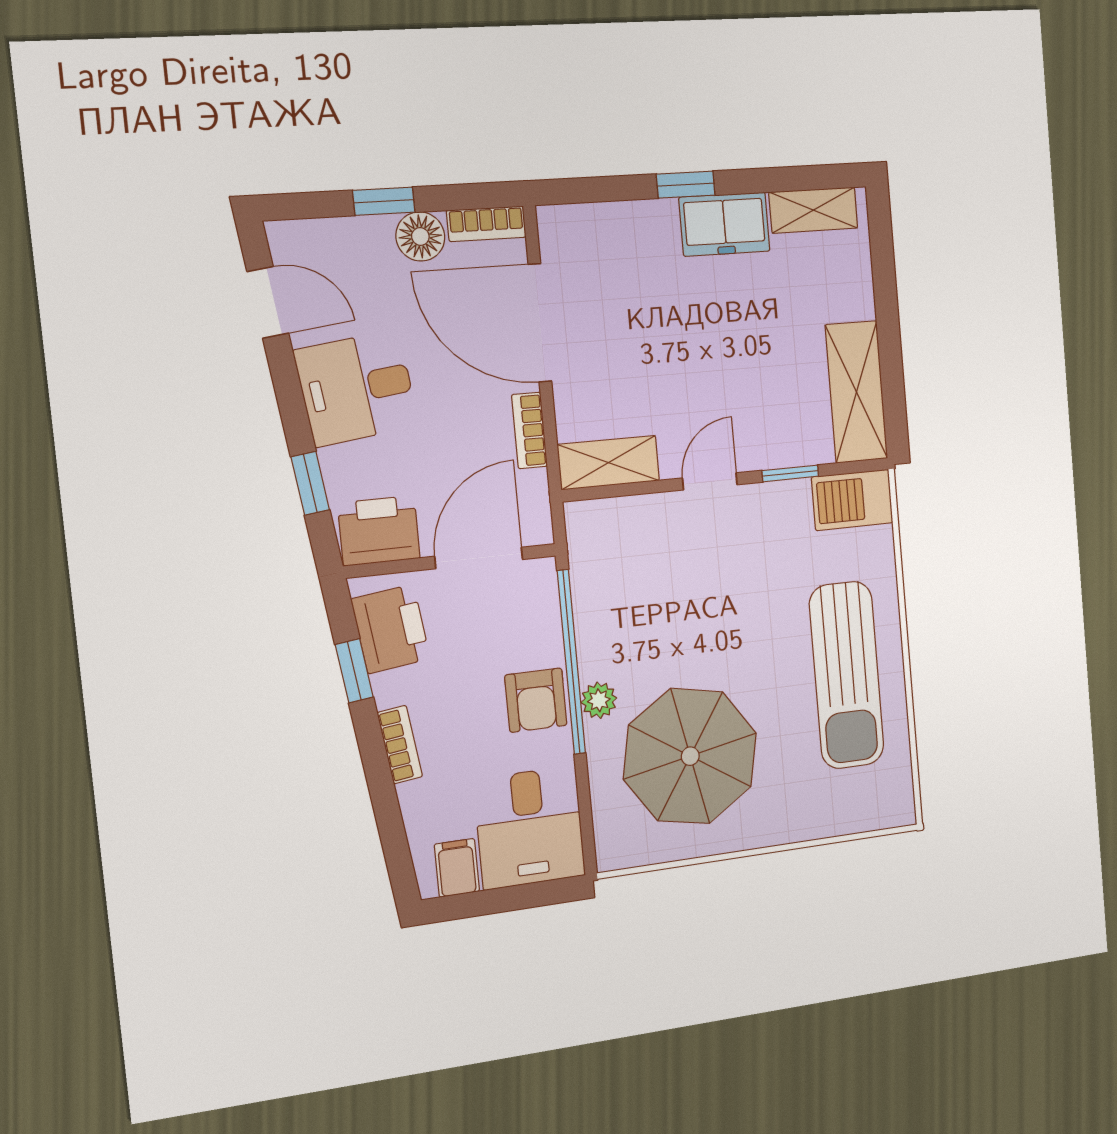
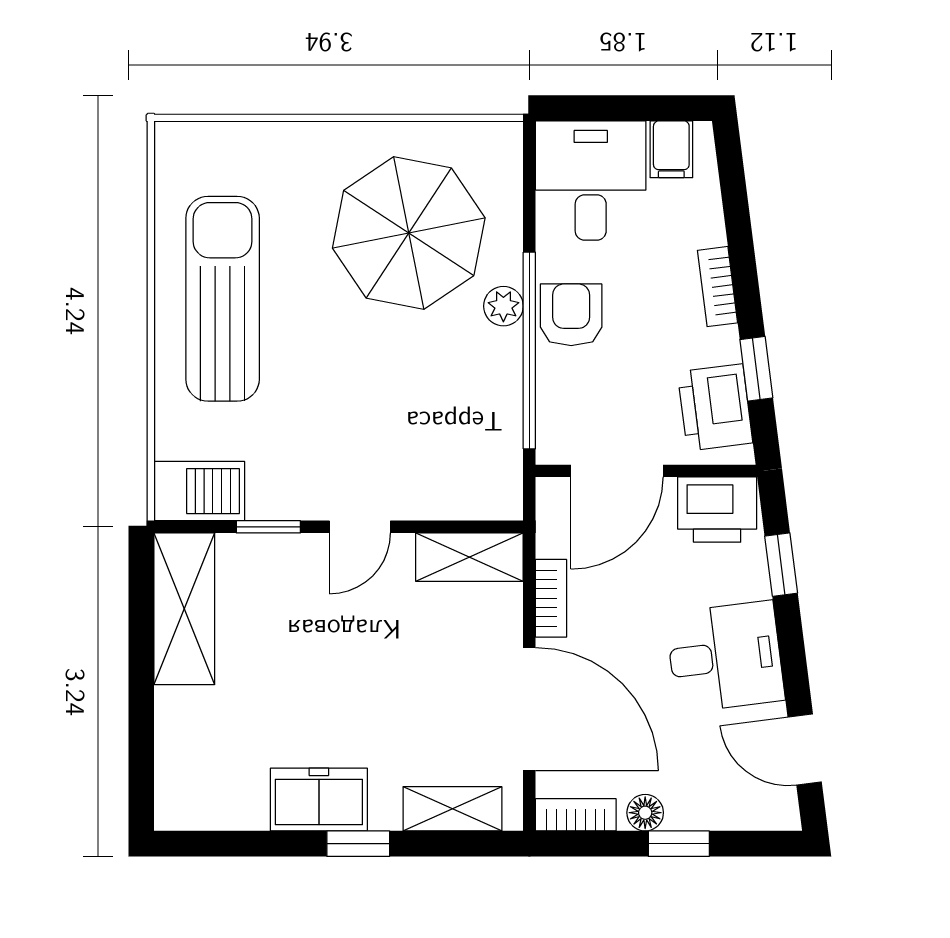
shelving: (813, 210) -> (452, 809), moved
floor lamp: (420, 236) -> (645, 813), width x0.73, depth x0.73

